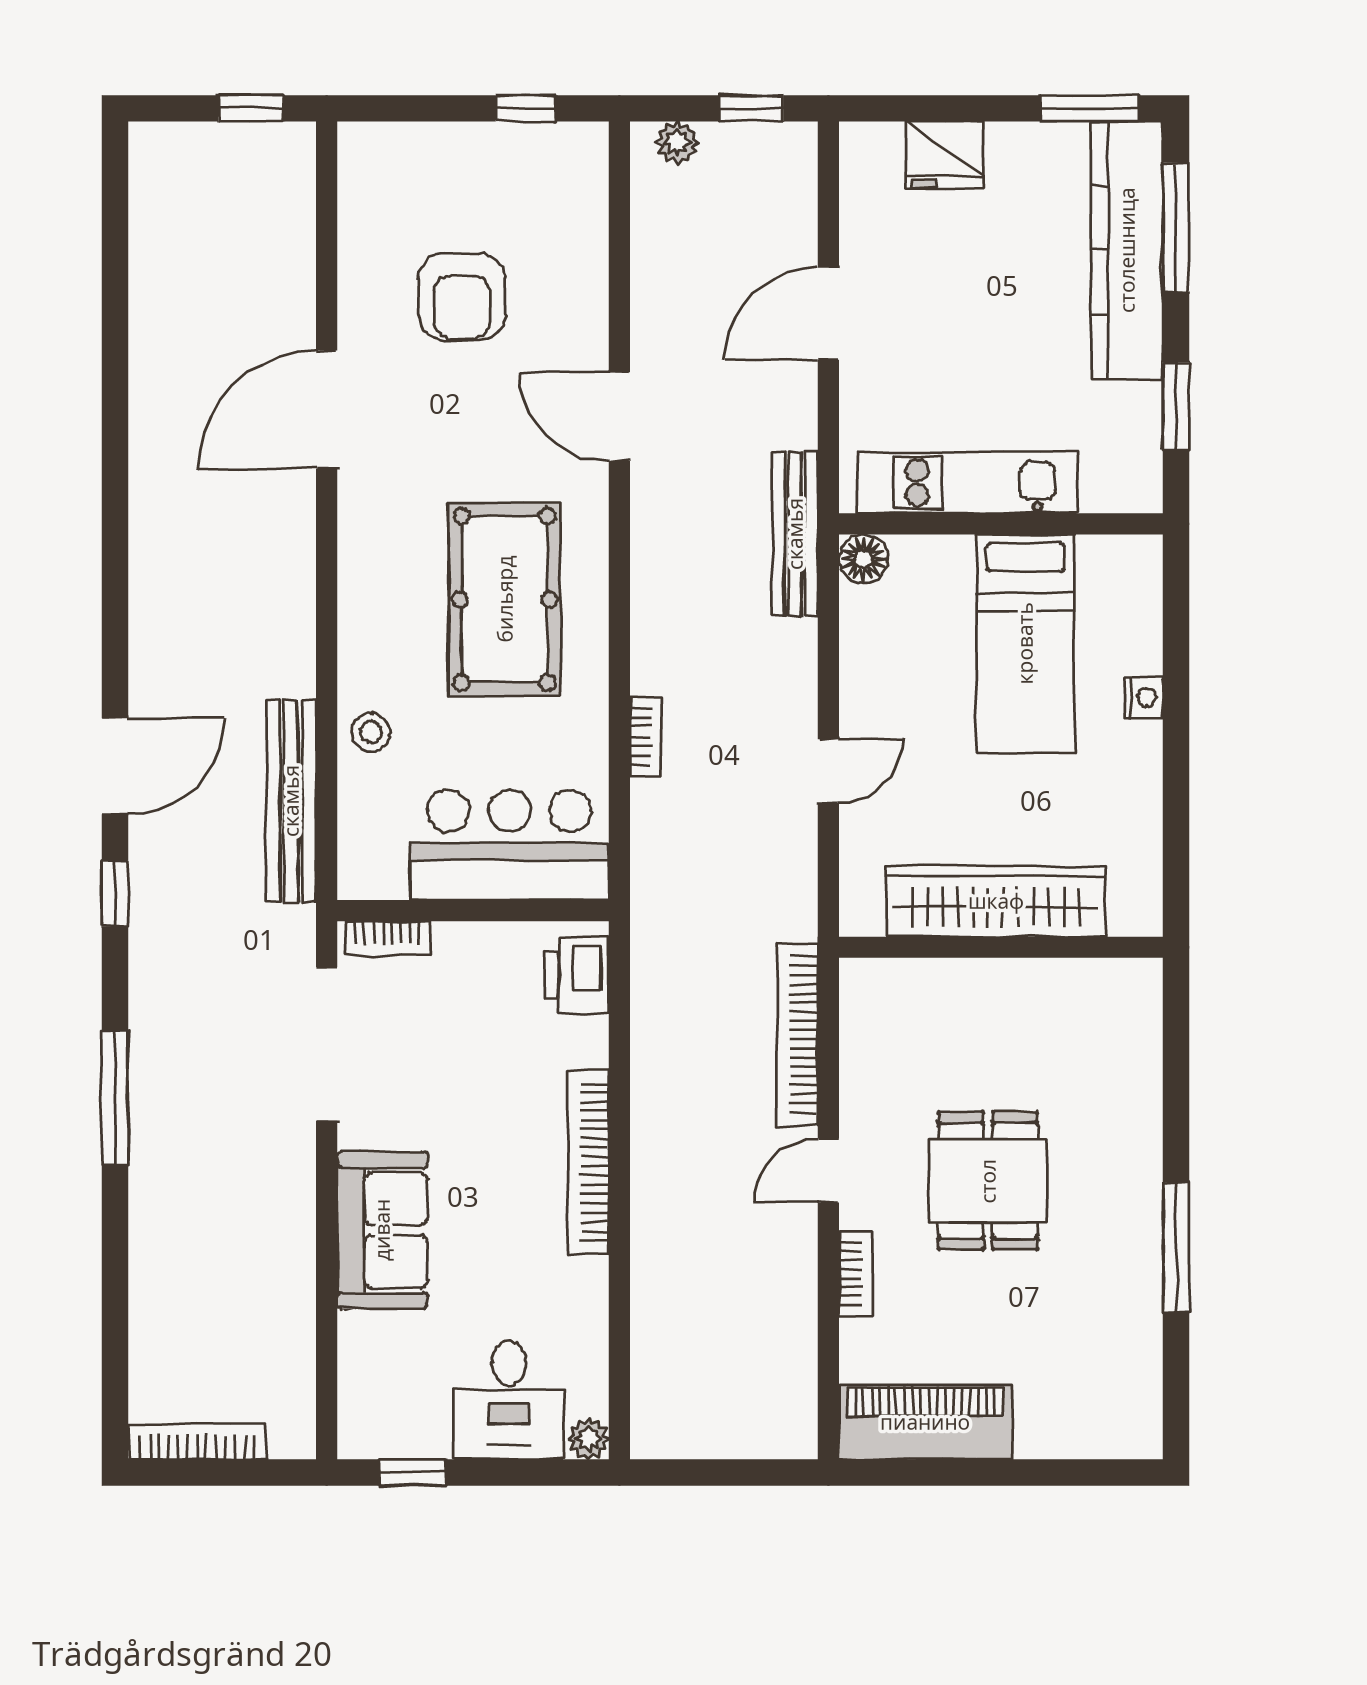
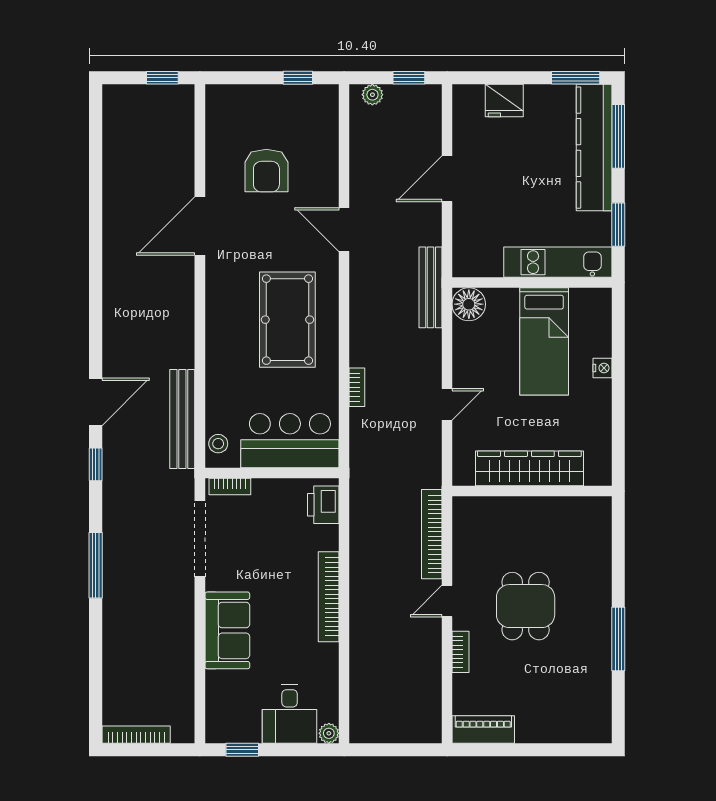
kitchen unit: (968, 483) -> (558, 262), moved
floor lamp: (863, 559) -> (469, 304), width x1.38, depth x1.38
stool: (371, 732) -> (218, 444), moved
piano: (925, 1422) -> (483, 729), width x0.73, depth x0.75

